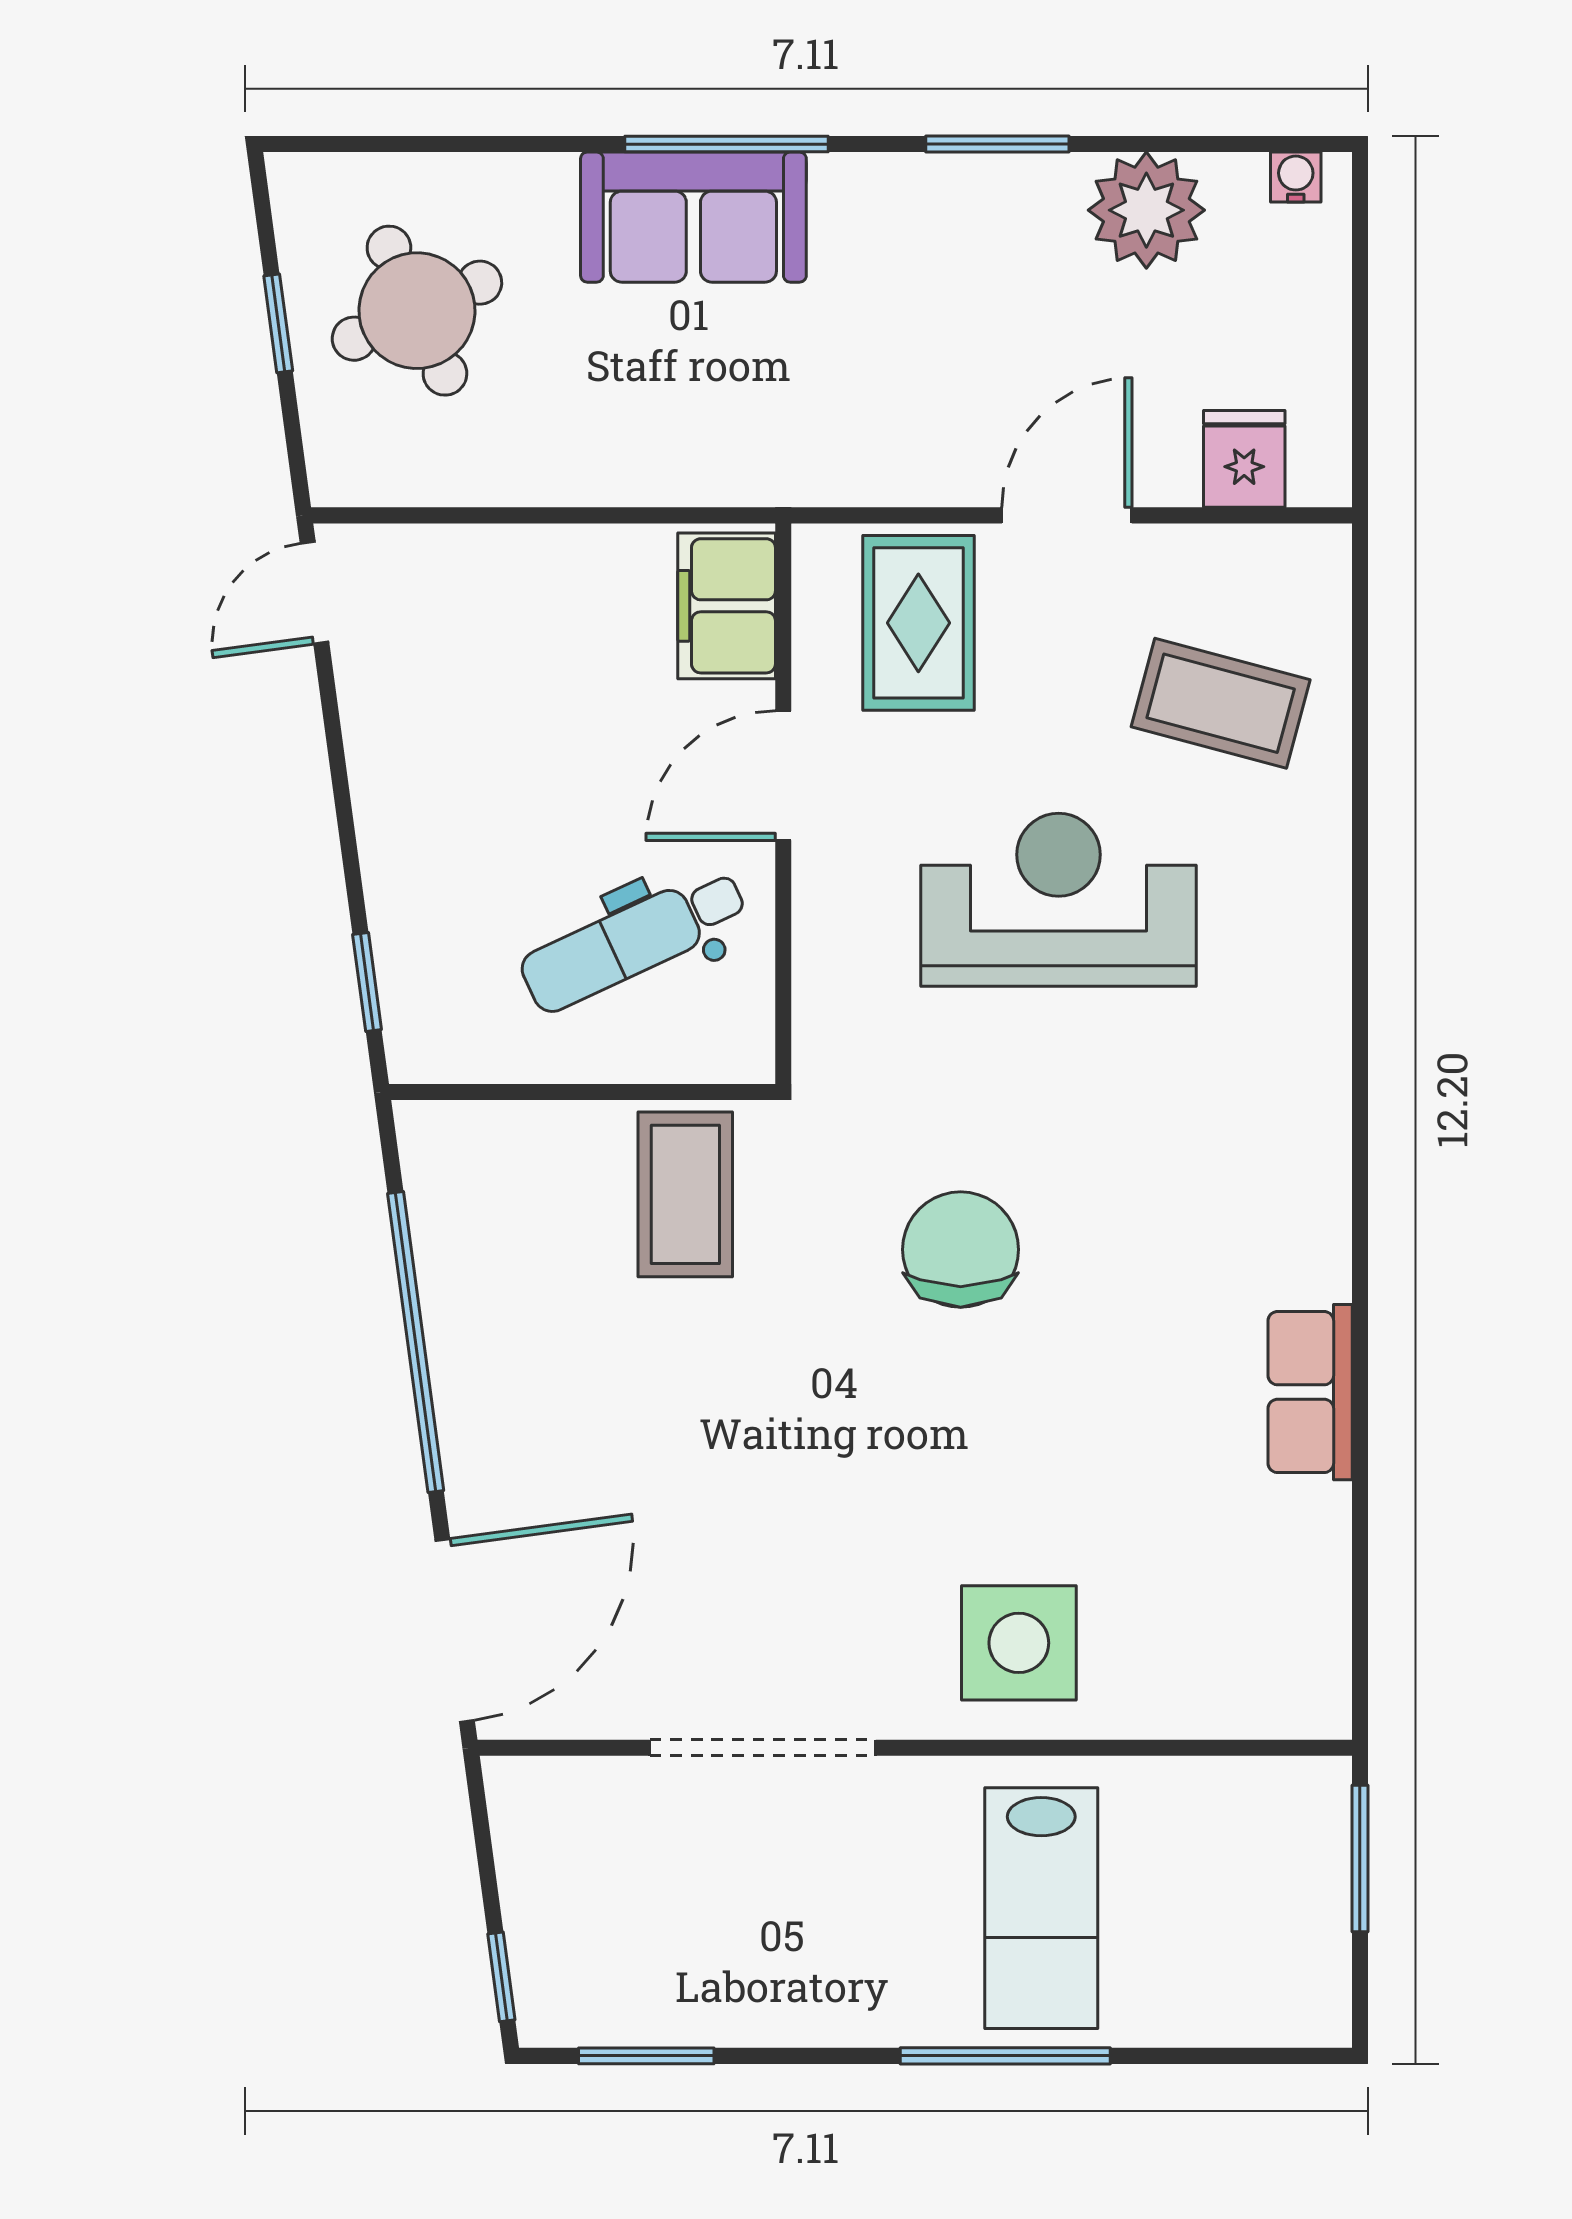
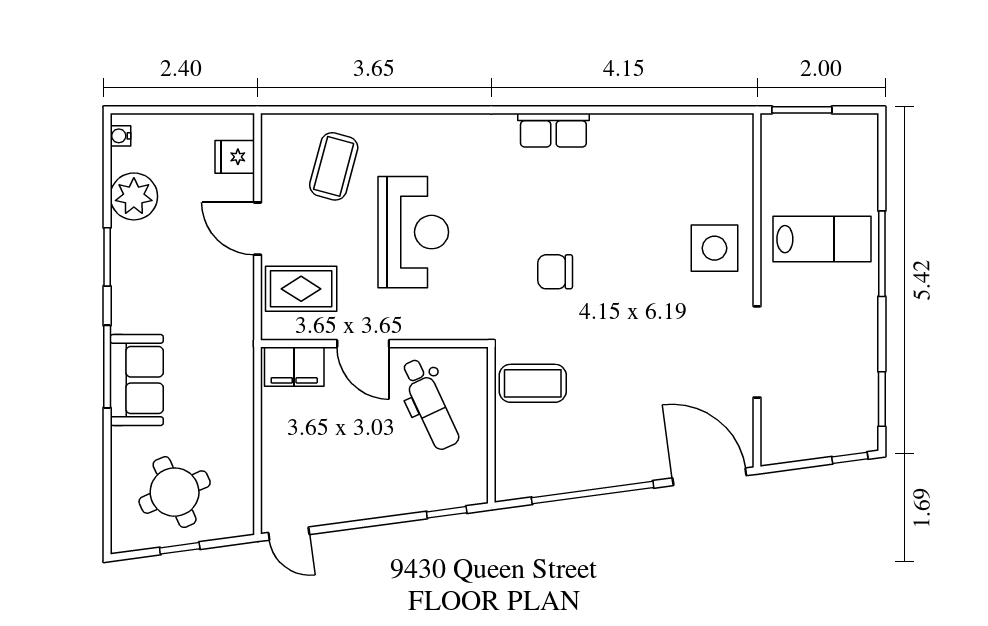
reception desk: (1059, 900) -> (413, 232), turned 180
chair: (961, 1250) -> (555, 272), width x0.73, depth x0.73
row of seats: (1310, 1392) -> (553, 130), moved

